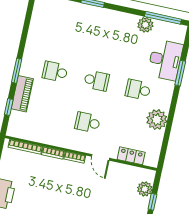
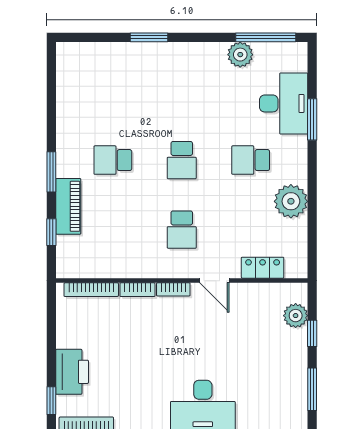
school desk: (97, 81) -> (182, 160), turned 90
school desk: (87, 122) -> (182, 230), turned -90

